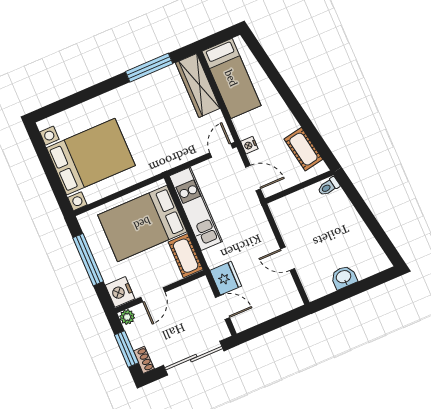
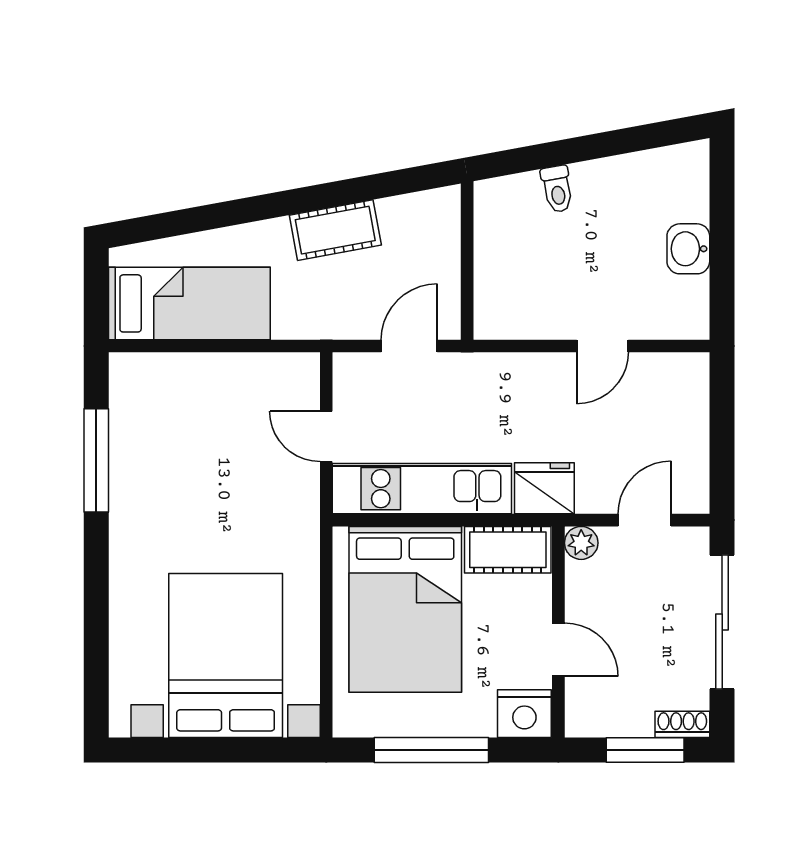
wardrobe: (198, 86) -> (175, 378), removed
nightstand: (249, 145) -> (340, 325), removed
cot: (303, 149) -> (335, 230), moved
door: (221, 151) -> (326, 436), moved
toilet: (329, 187) -> (557, 189), moved
fridge: (226, 278) -> (544, 488), moved
plant: (127, 317) -> (581, 543), moved

